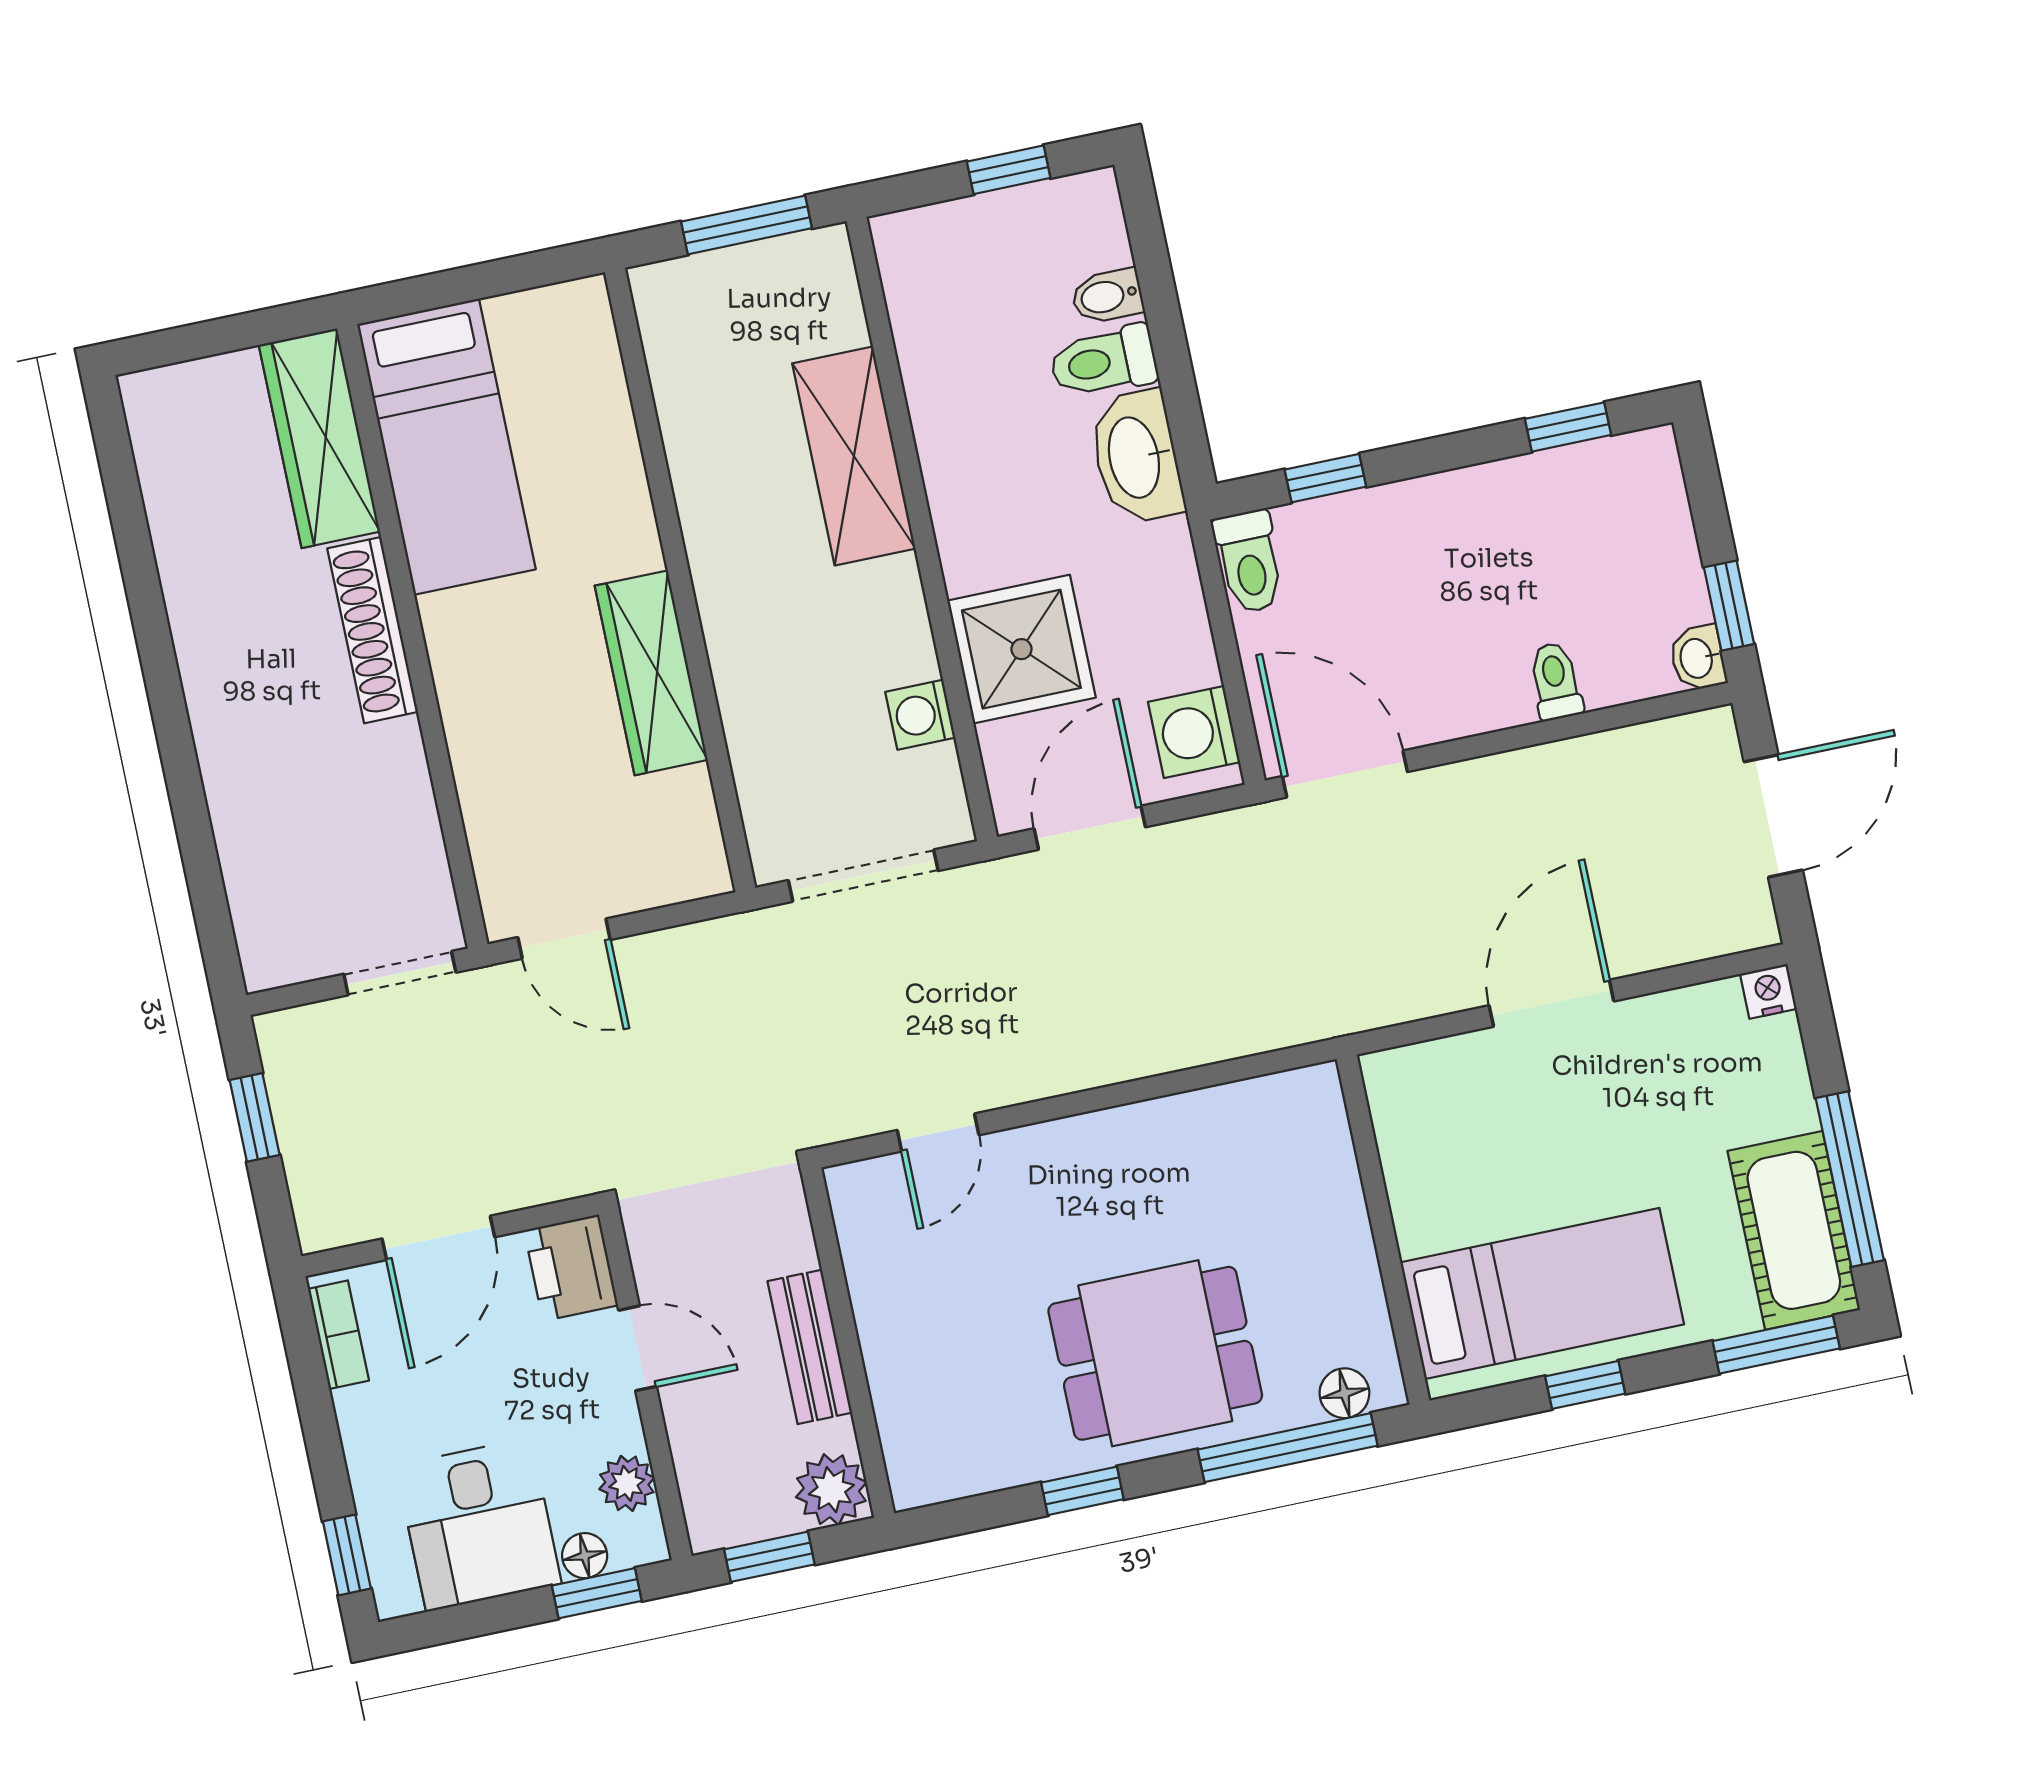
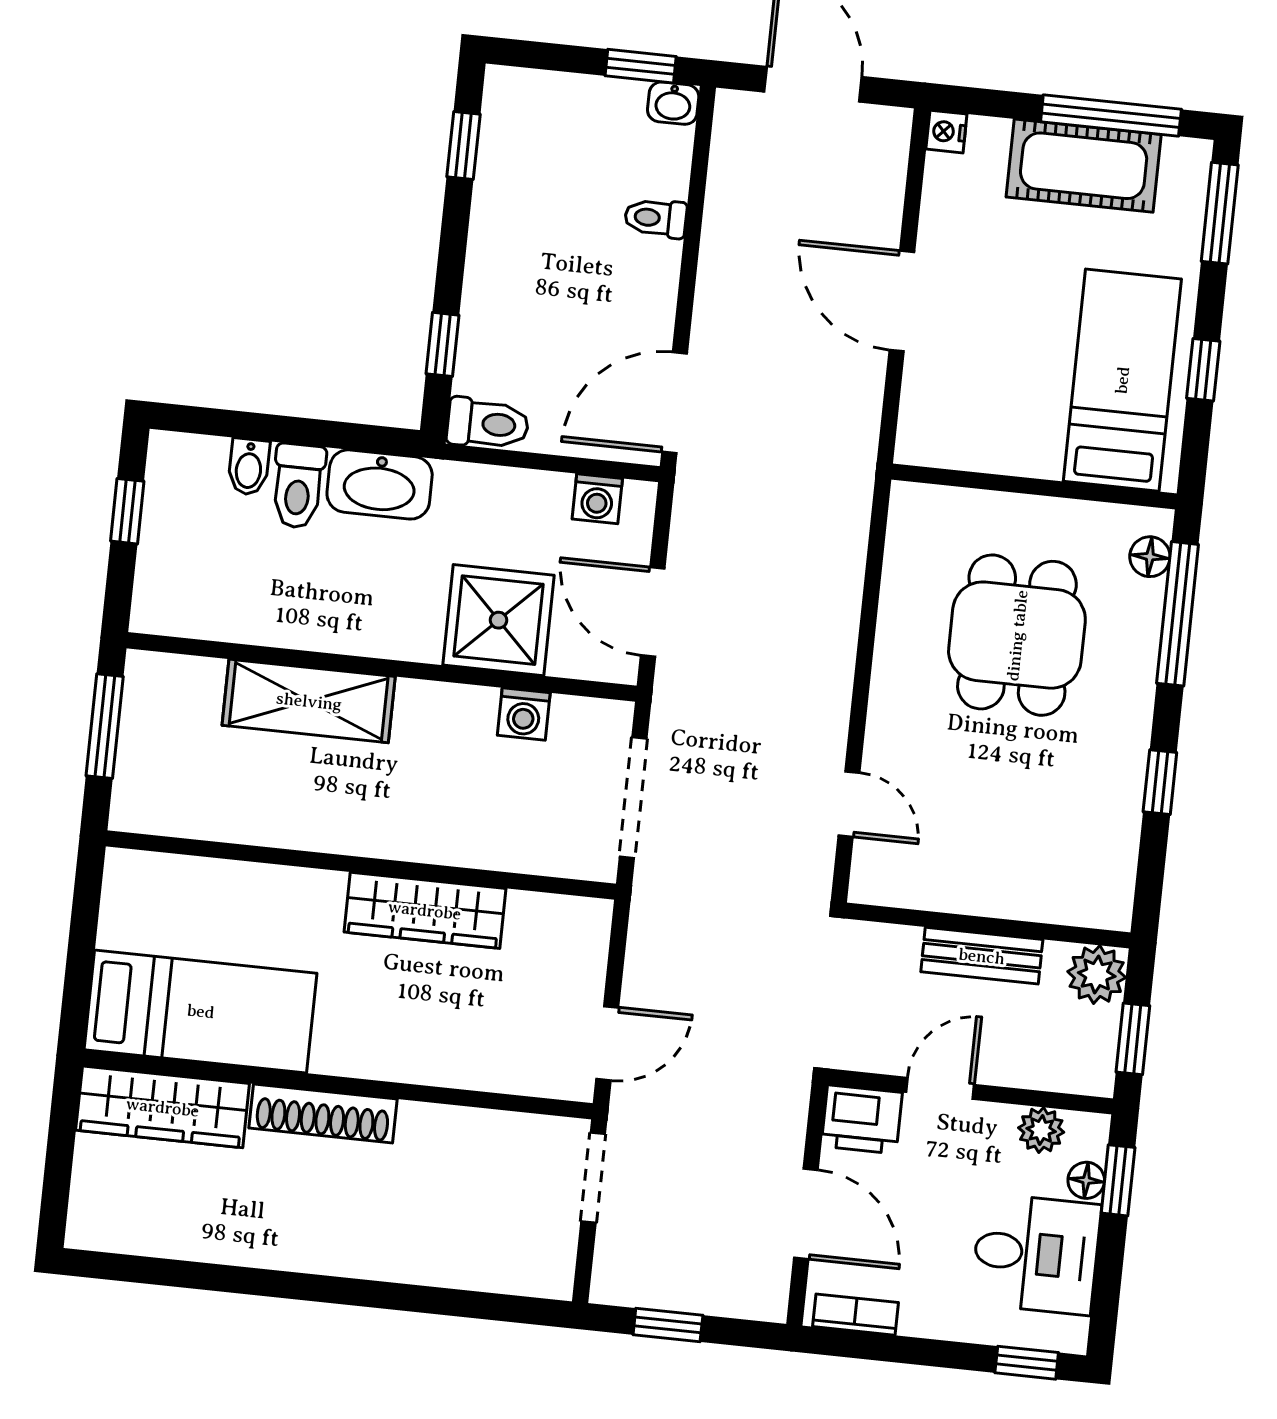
washing machine: (1194, 732) -> (597, 499), width x0.73, depth x0.73
cot: (1794, 1230) -> (1084, 166), moved
dining table: (1155, 1353) -> (1017, 635), moved

